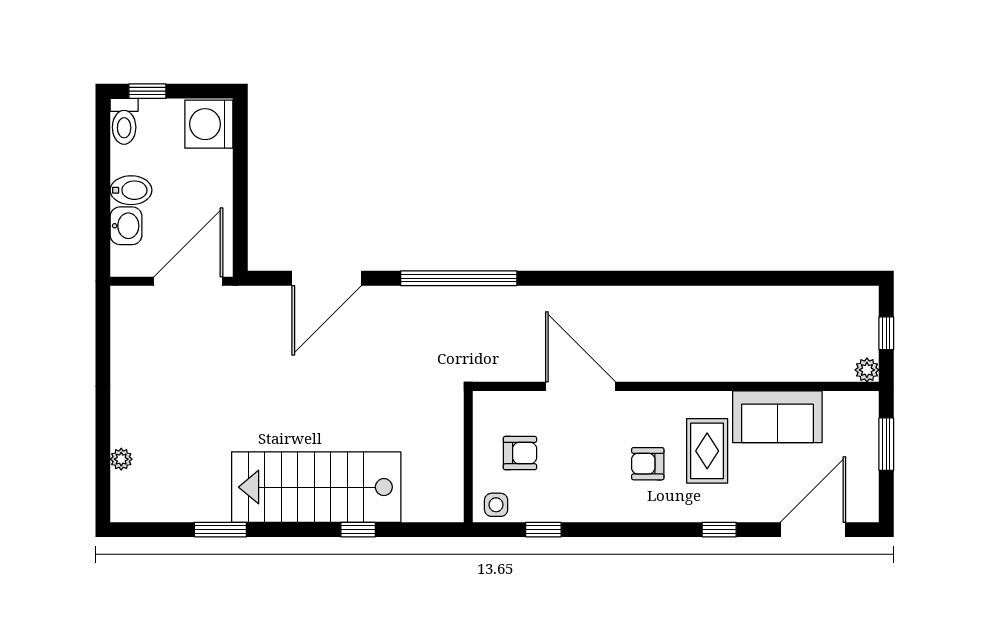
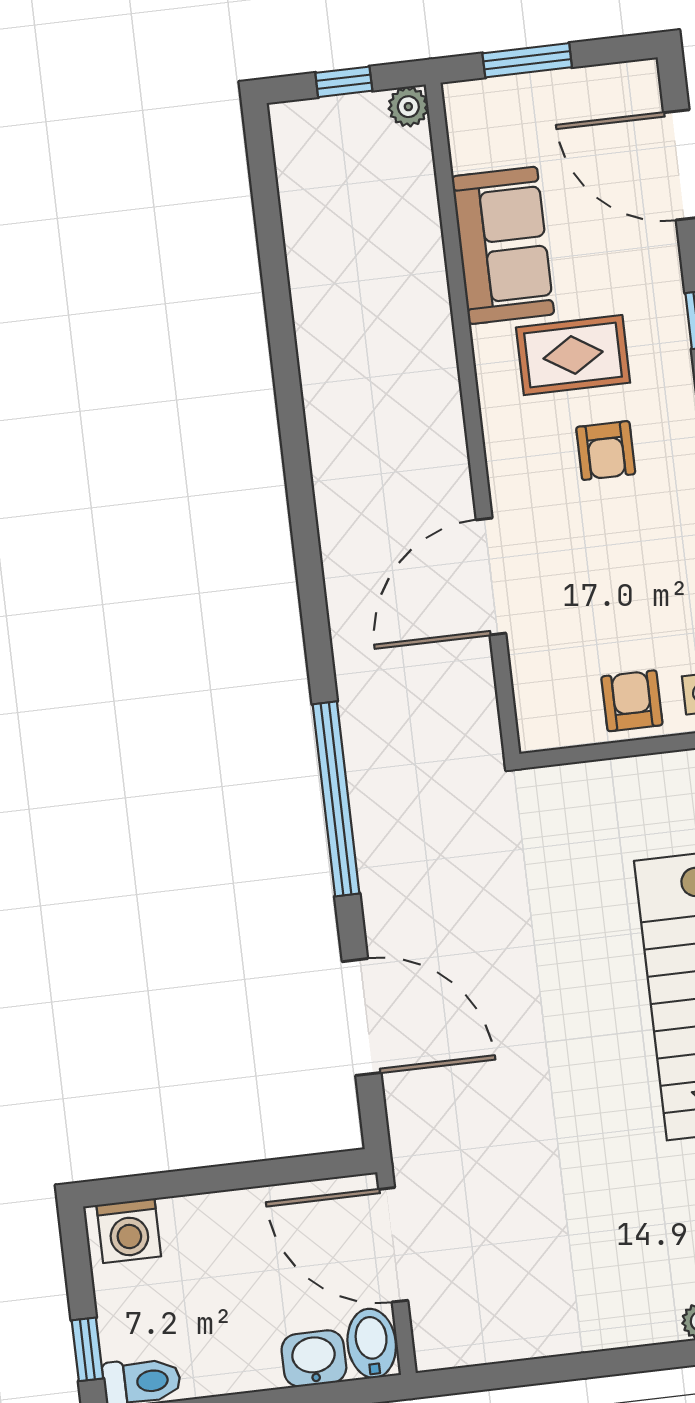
washing machine: (209, 124) -> (129, 1231), width x0.73, depth x0.73
bidet: (131, 190) -> (372, 1343), moved
armchair: (520, 453) -> (632, 701), moved

